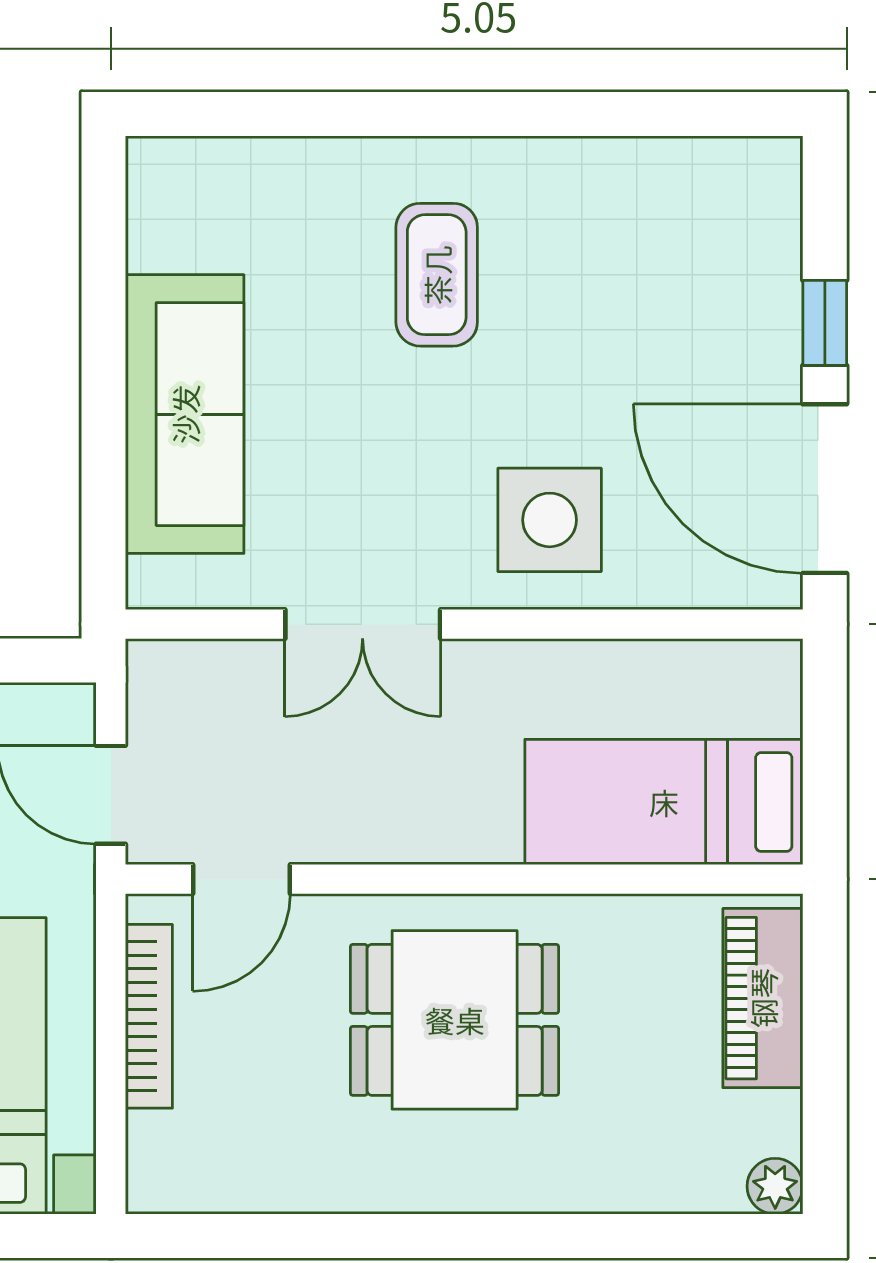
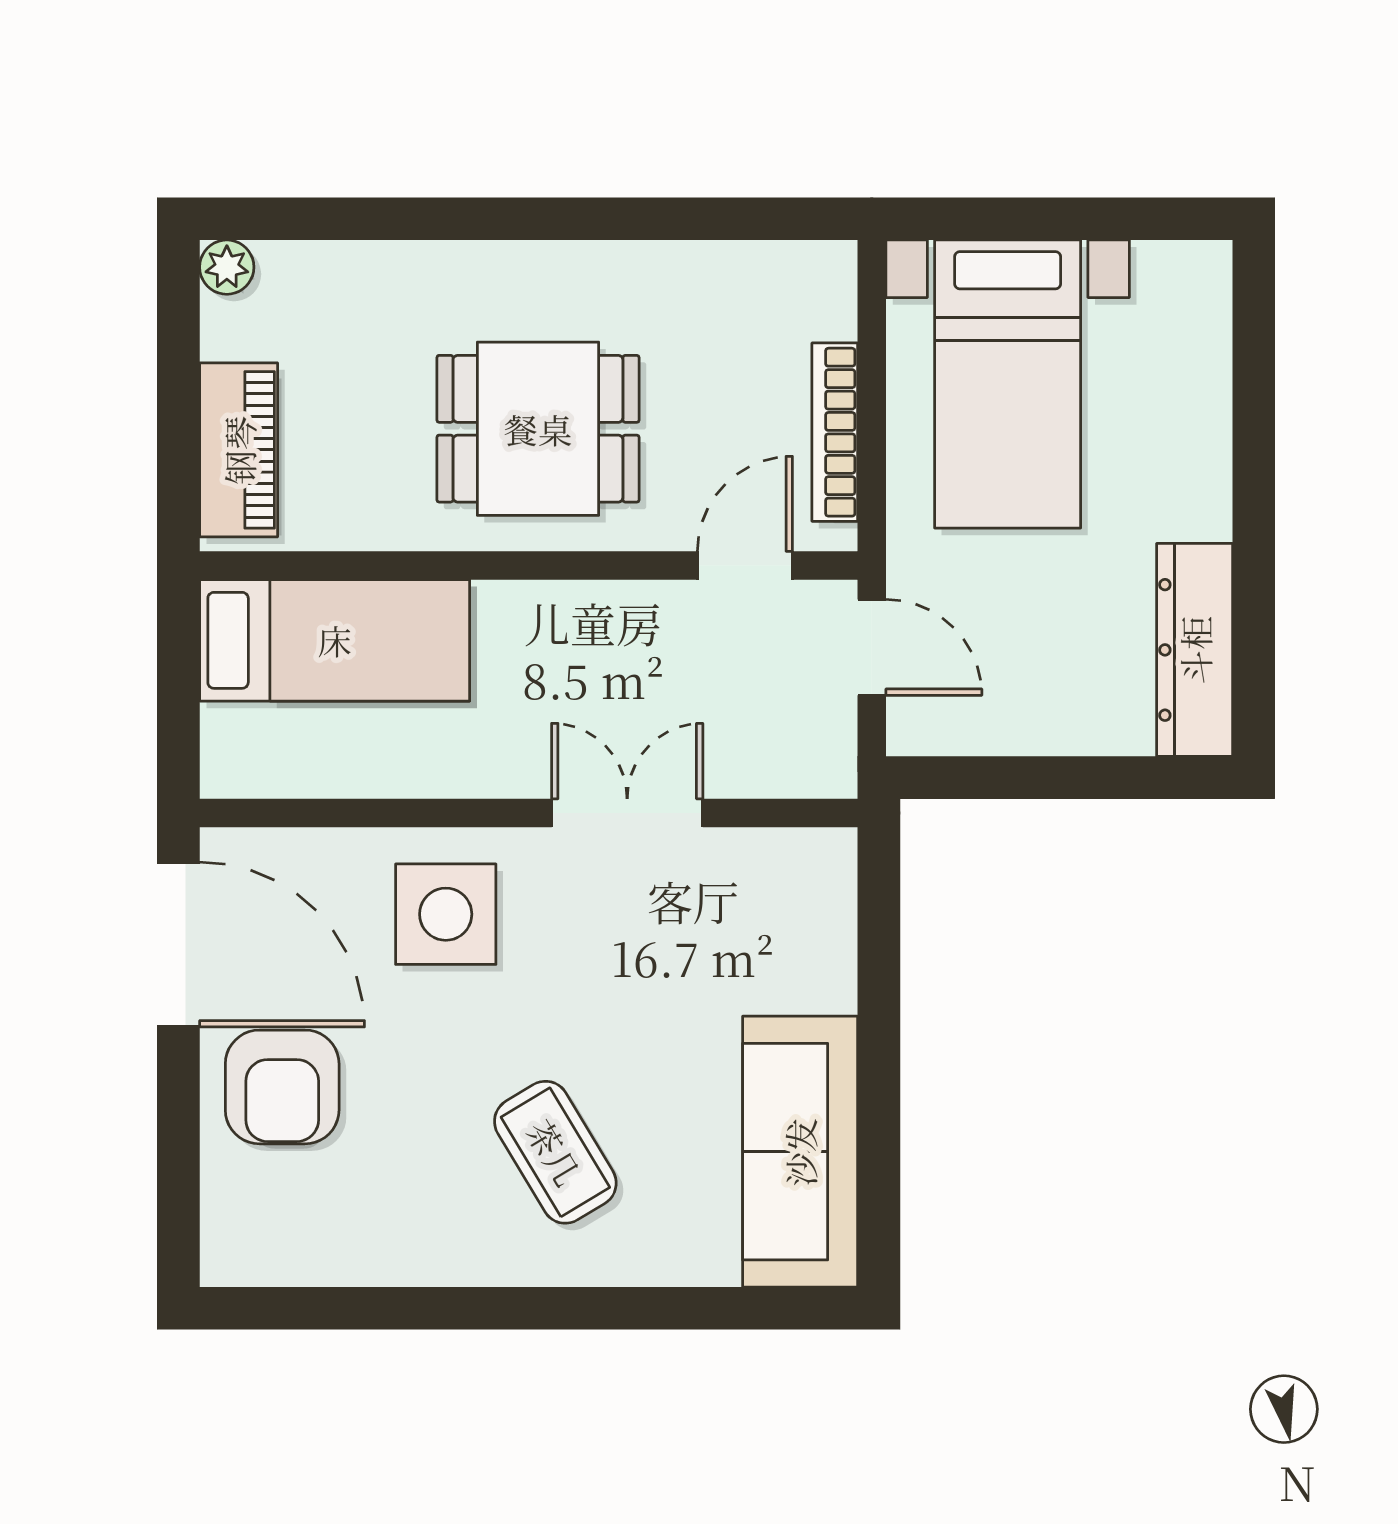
coffee table: (437, 275) -> (555, 1152), turned -31
window: (825, 323) -> (178, 1106), removed
armchair: (718, 342) -> (282, 1087), added
sofa: (185, 414) -> (800, 1152), moved

